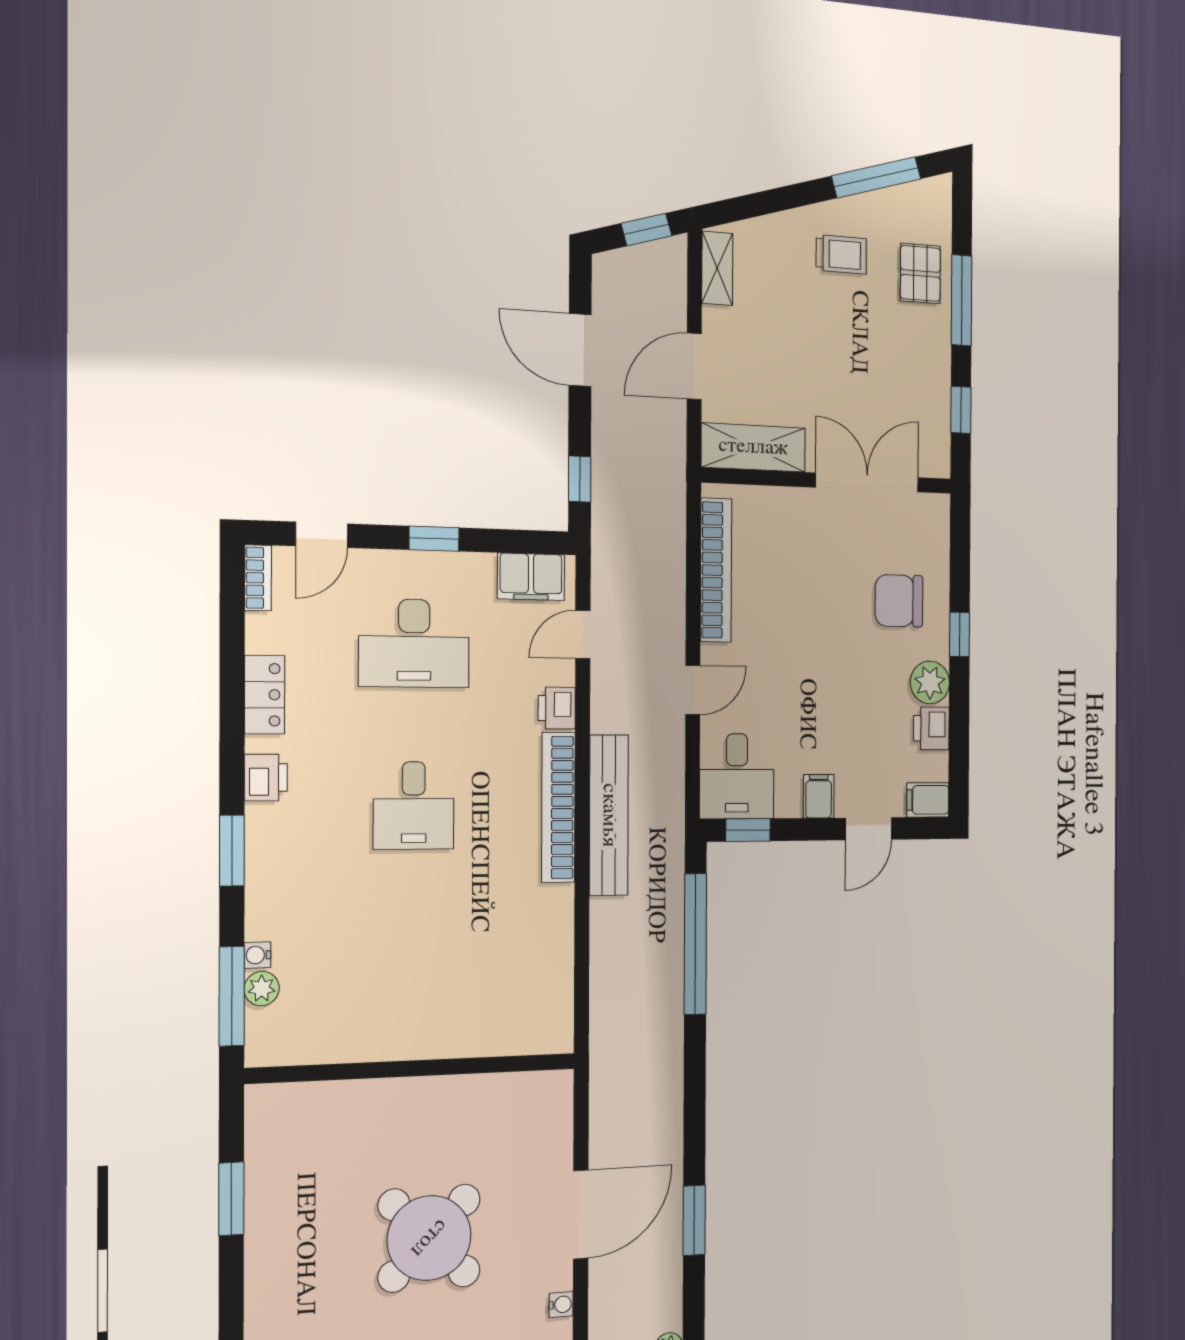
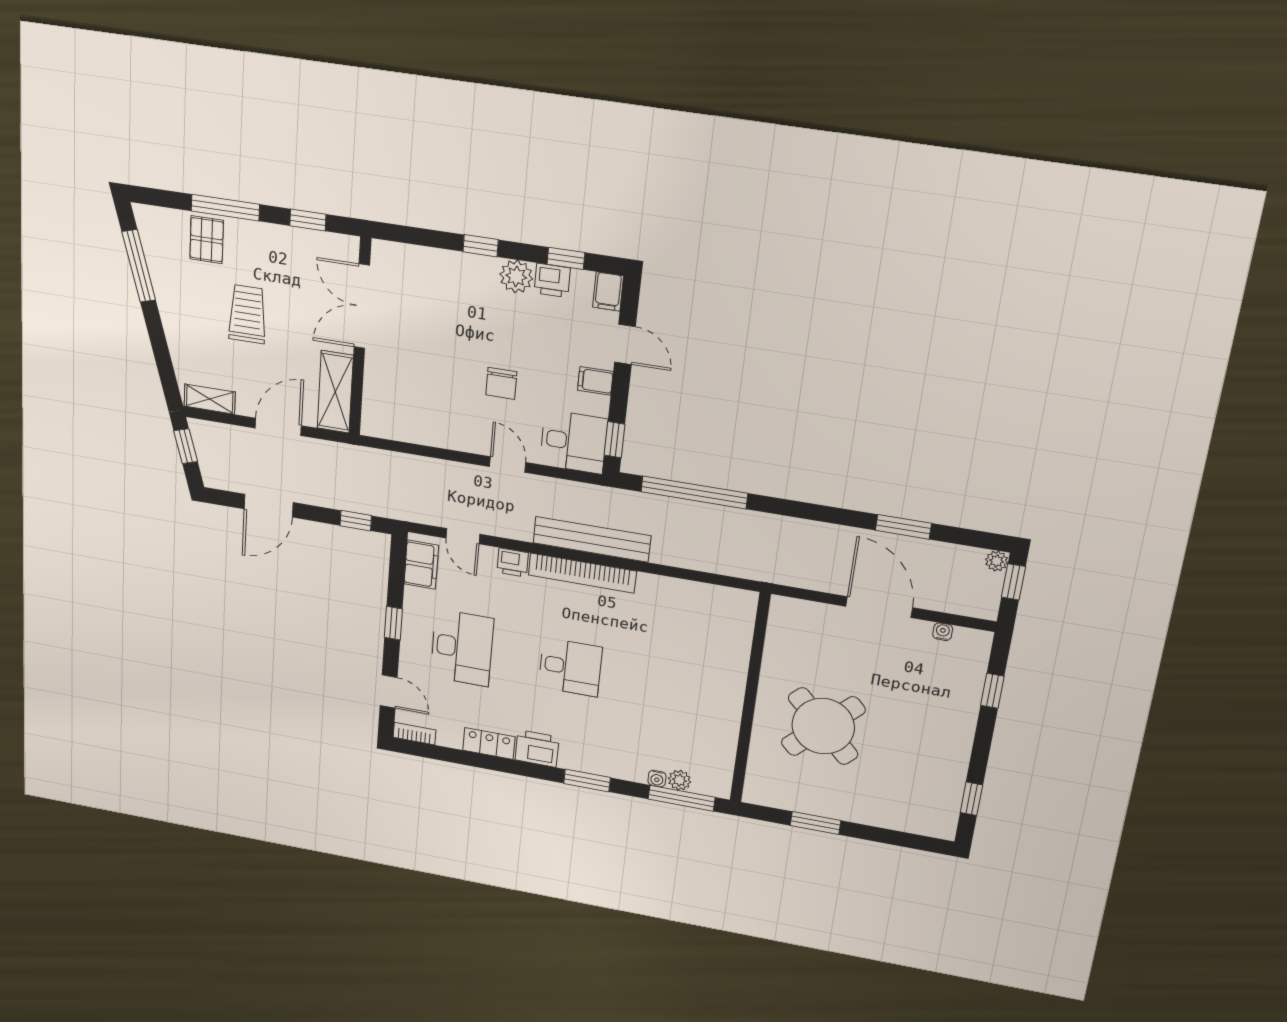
trolley: (841, 254) -> (247, 314), moved, width x1.36, depth x1.39
pallet: (920, 273) -> (207, 240), turned 90
door: (694, 366) -> (278, 427), swing flipped
bookcase: (716, 570) -> (422, 434), removed
chair: (899, 601) -> (501, 383), moved, width x0.73, depth x0.73
window: (959, 743) -> (566, 258), added
printer: (266, 778) -> (537, 748), width x1.36, depth x1.24
round table: (429, 1238) -> (823, 726), moved

